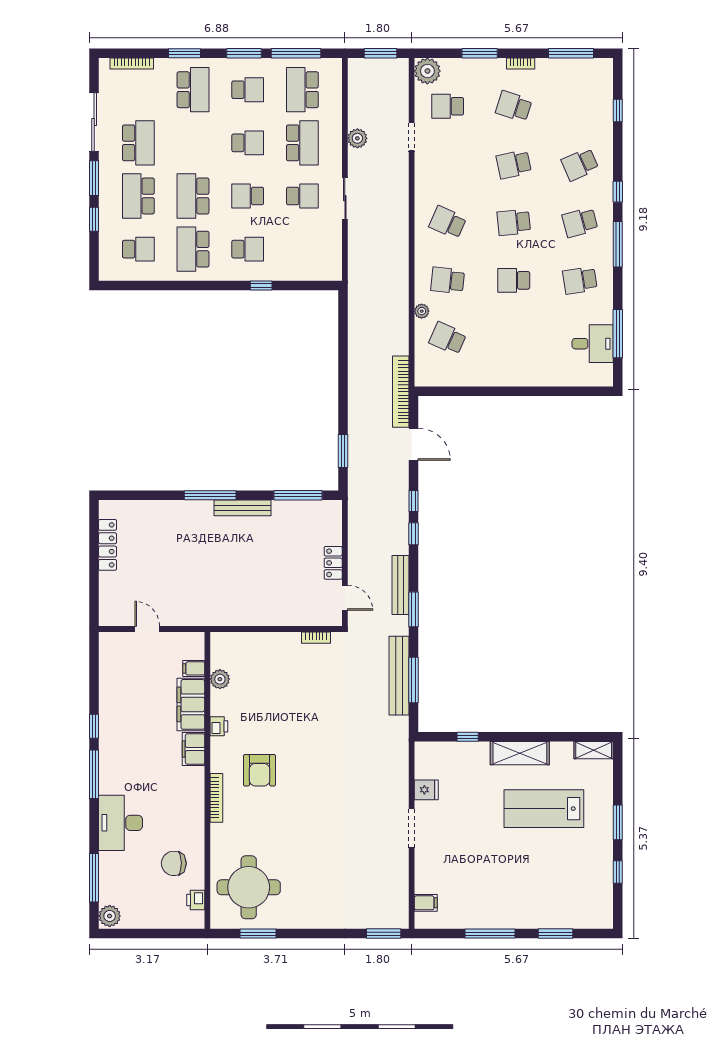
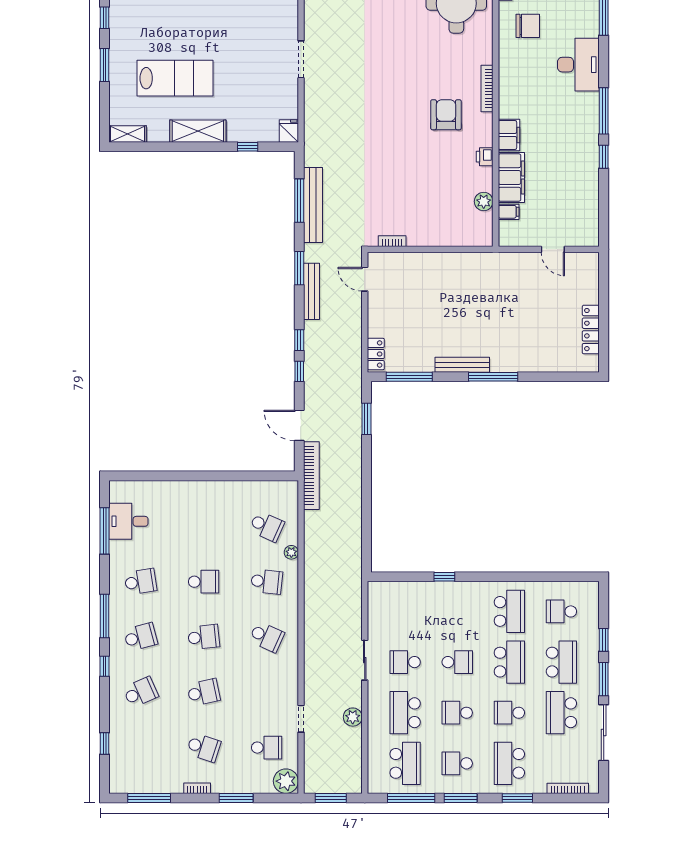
school desk: (248, 249) -> (509, 713), moved
locker: (333, 563) -> (376, 354), moved
fridge: (426, 790) -> (289, 131), moved, turned 90

